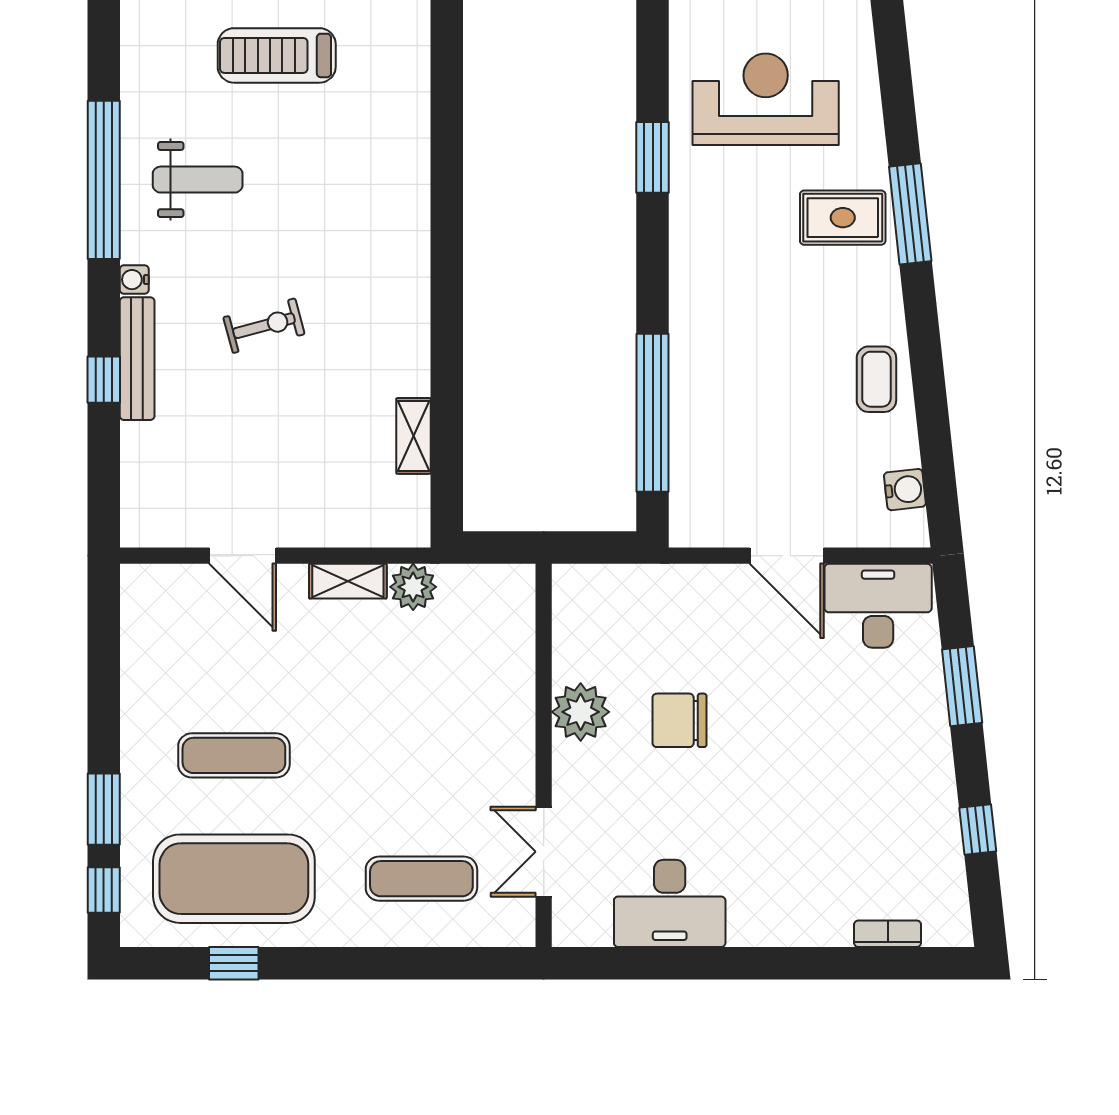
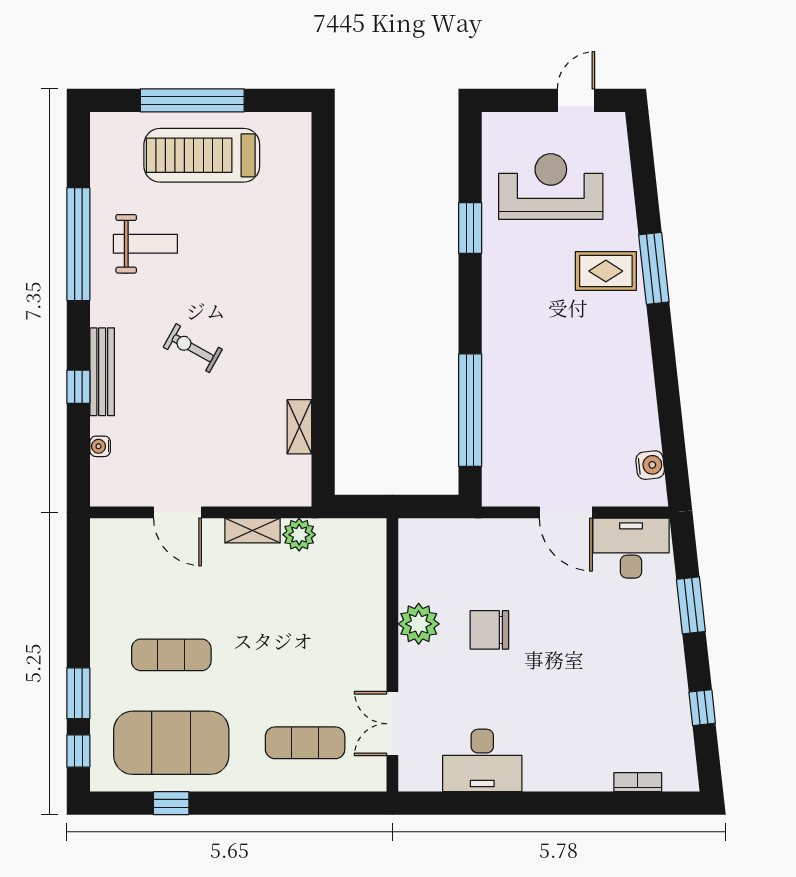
treadmill: (277, 55) -> (202, 155), width x1.37, depth x1.38
water cooler: (134, 280) -> (100, 446), moved
exercise bike: (264, 326) -> (193, 348), turned -136
coffee table: (876, 379) -> (630, 386), removed

